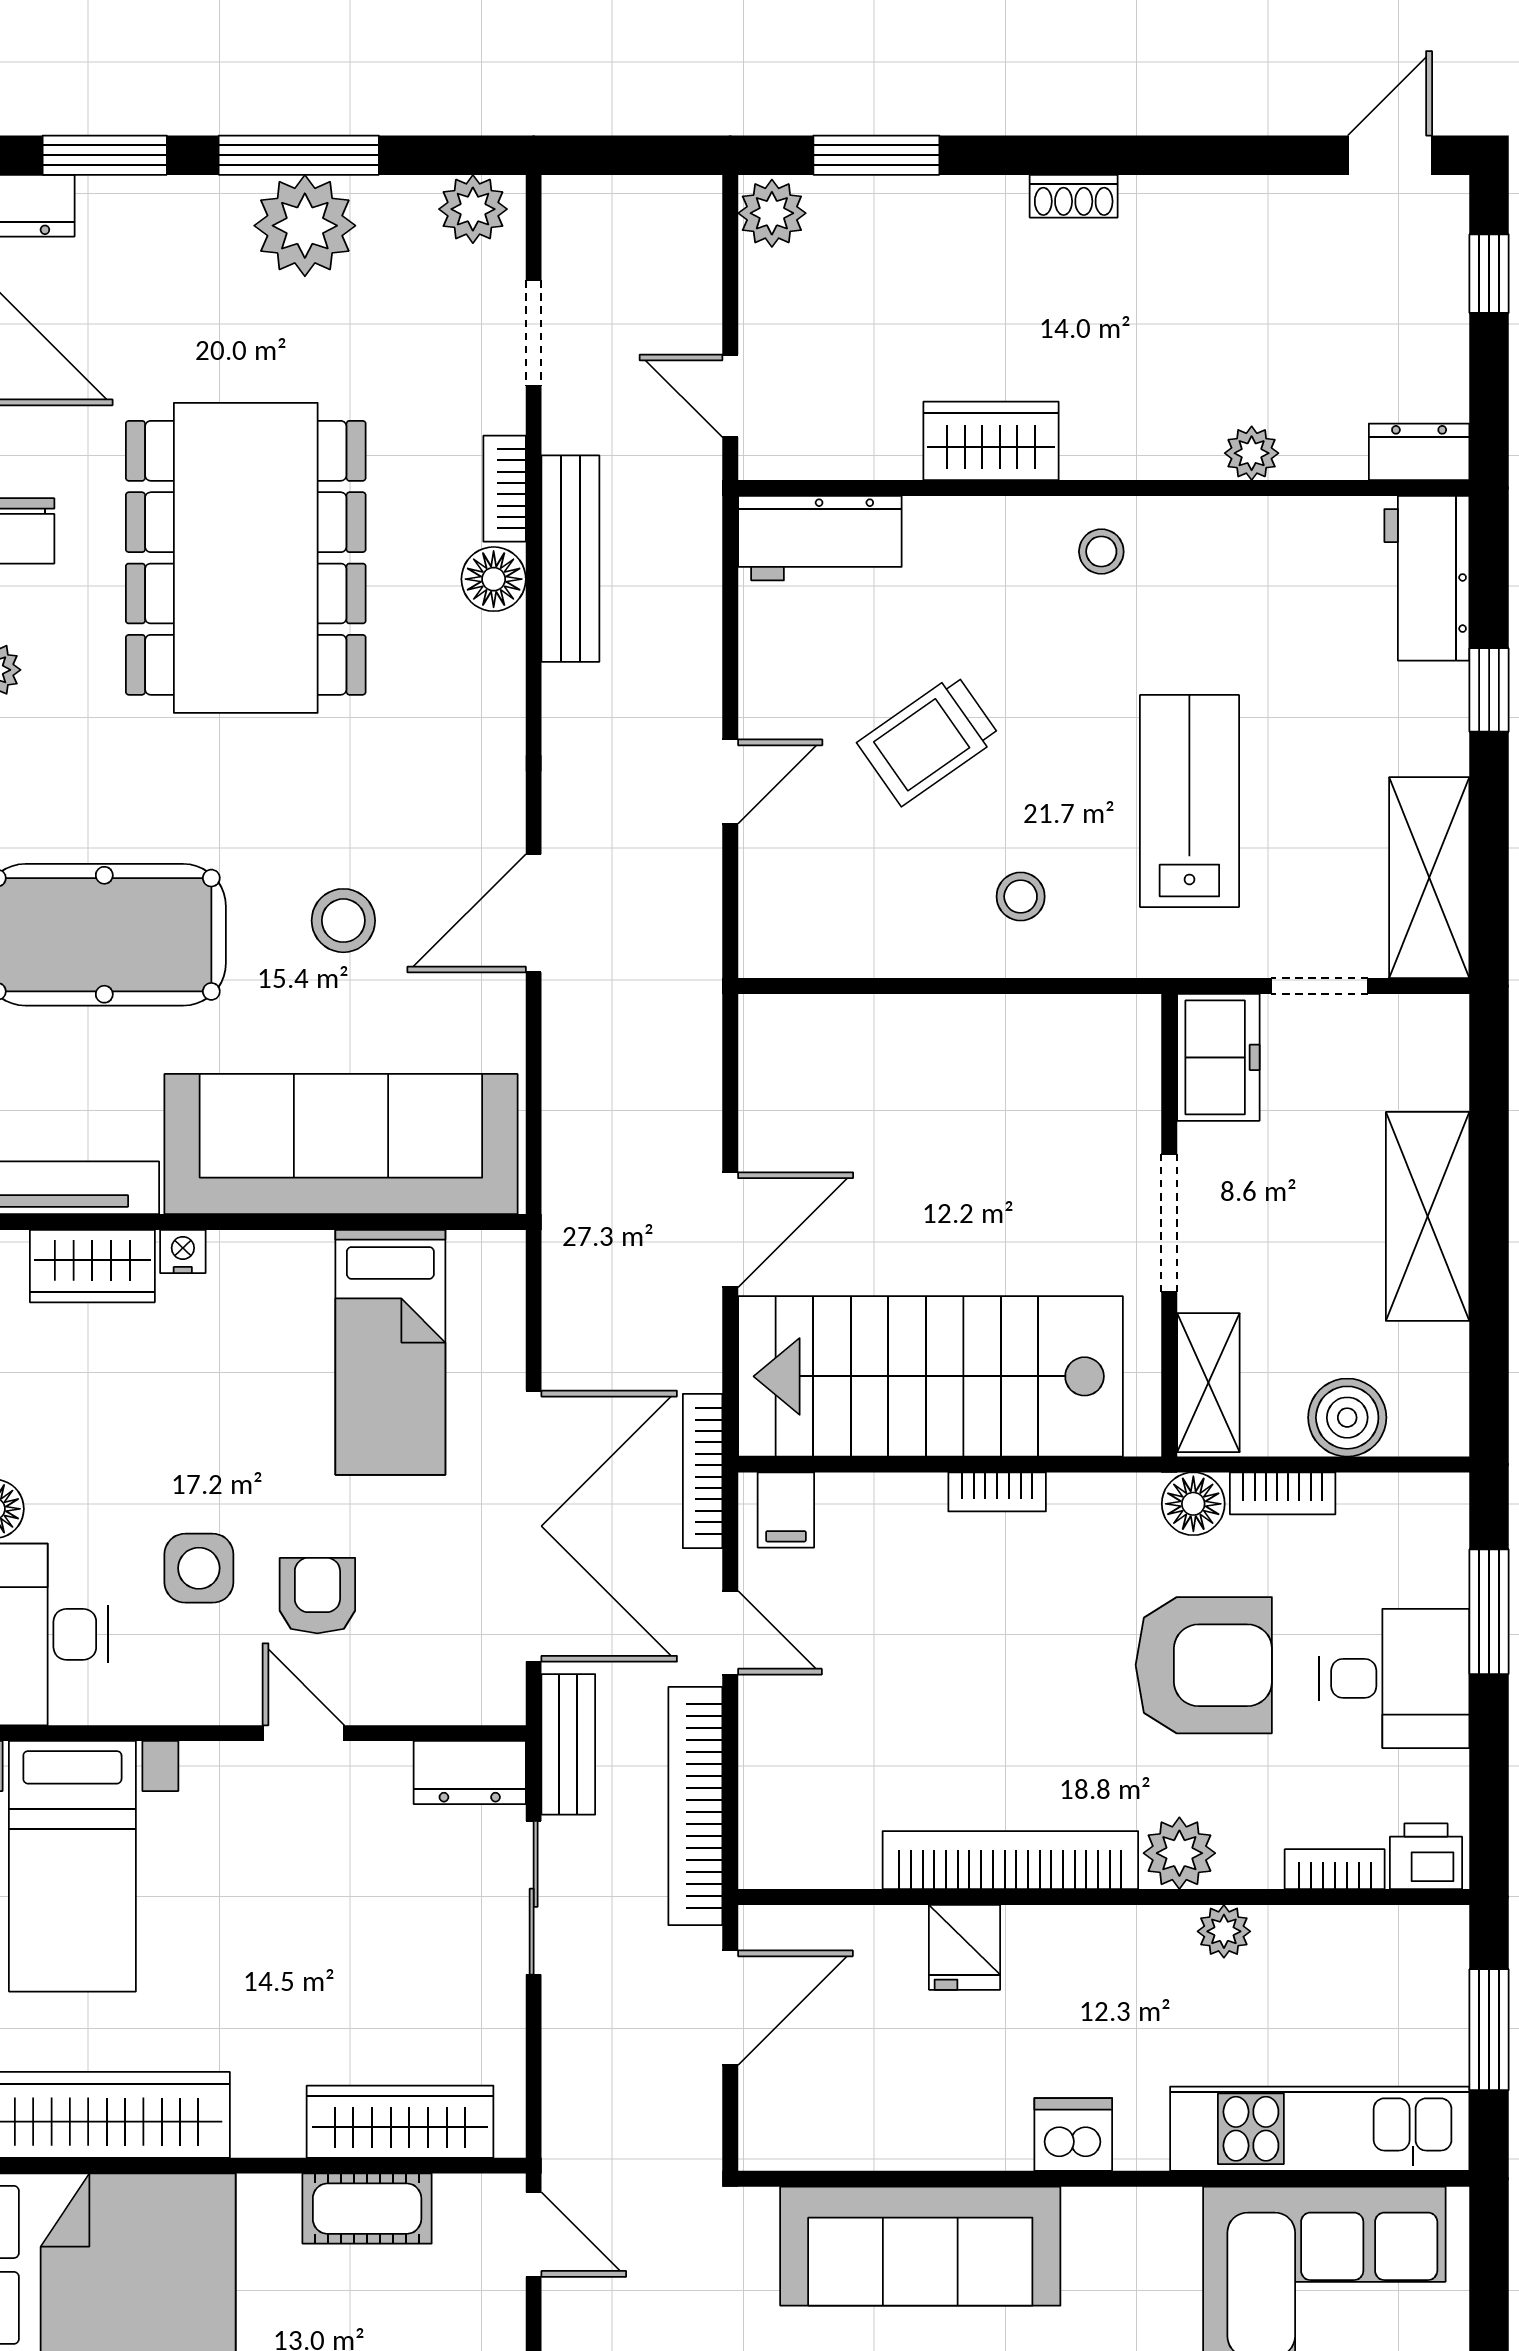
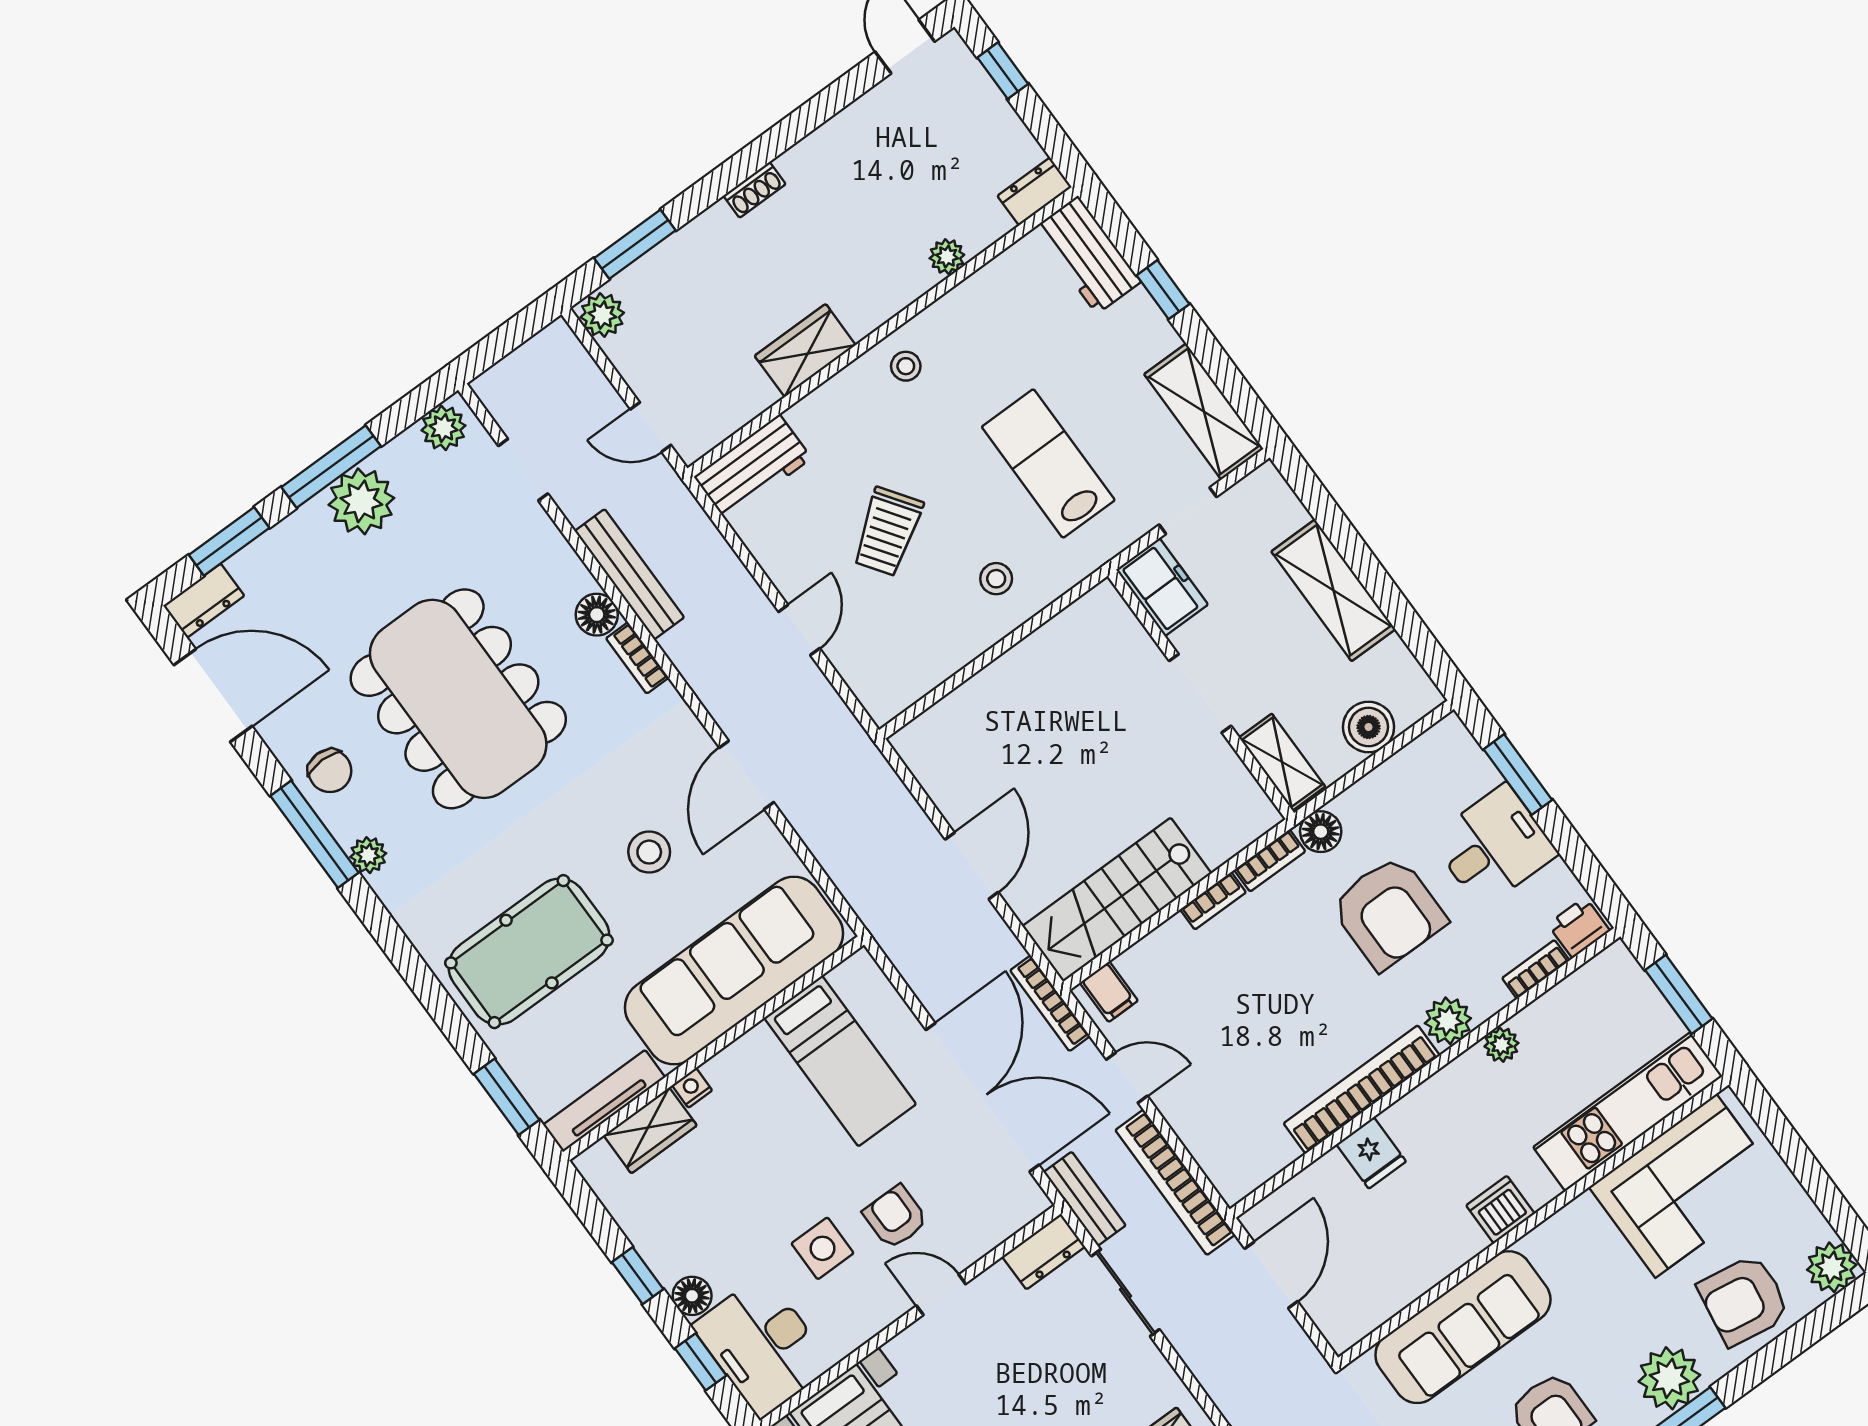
bookcase: (505, 489) -> (637, 658), moved
stairs: (931, 1376) -> (1117, 900), width x0.73, depth x0.66
bookcase: (1283, 1493) -> (1270, 861), moved
armchair: (1204, 1665) -> (1388, 912), turned 90

